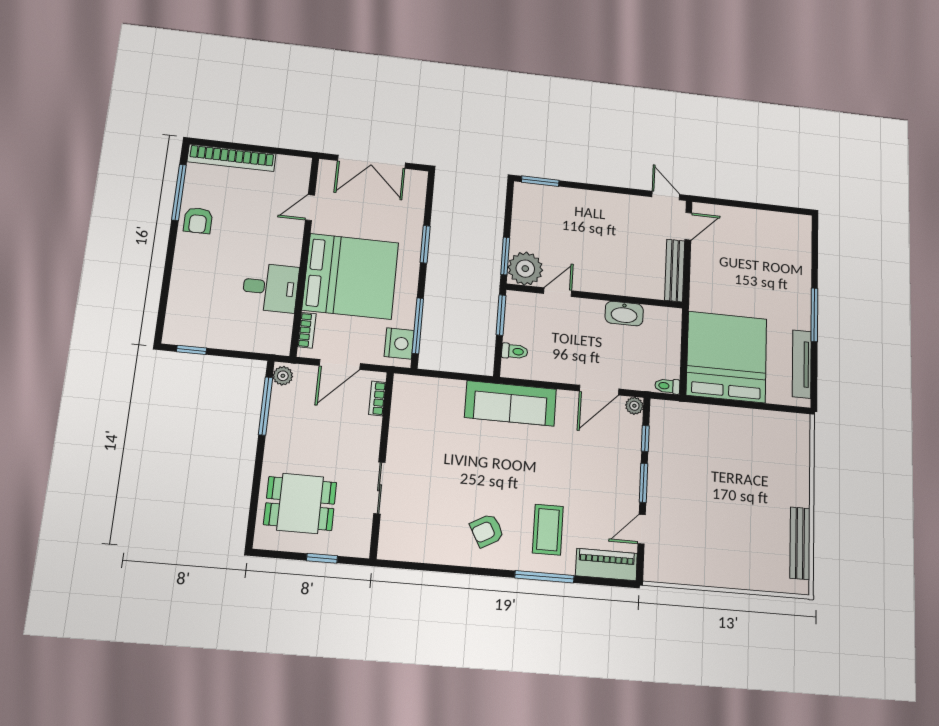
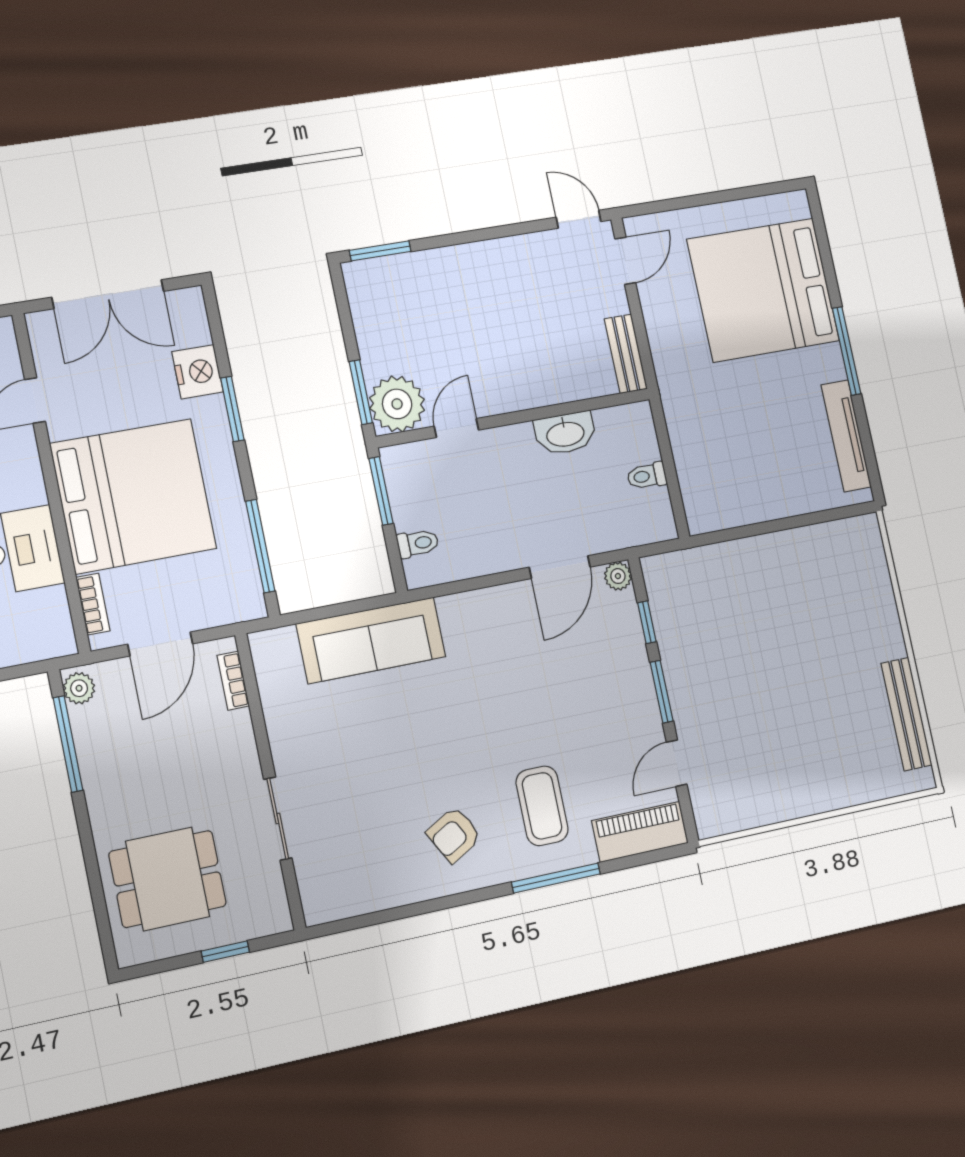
bench: (675, 270) -> (626, 354), width x0.73
nightstand: (399, 343) -> (198, 372), moved
bed: (727, 357) -> (763, 290), moved, turned -90
toilet: (667, 386) -> (647, 476), moved
sofa: (510, 403) -> (371, 640), moved

